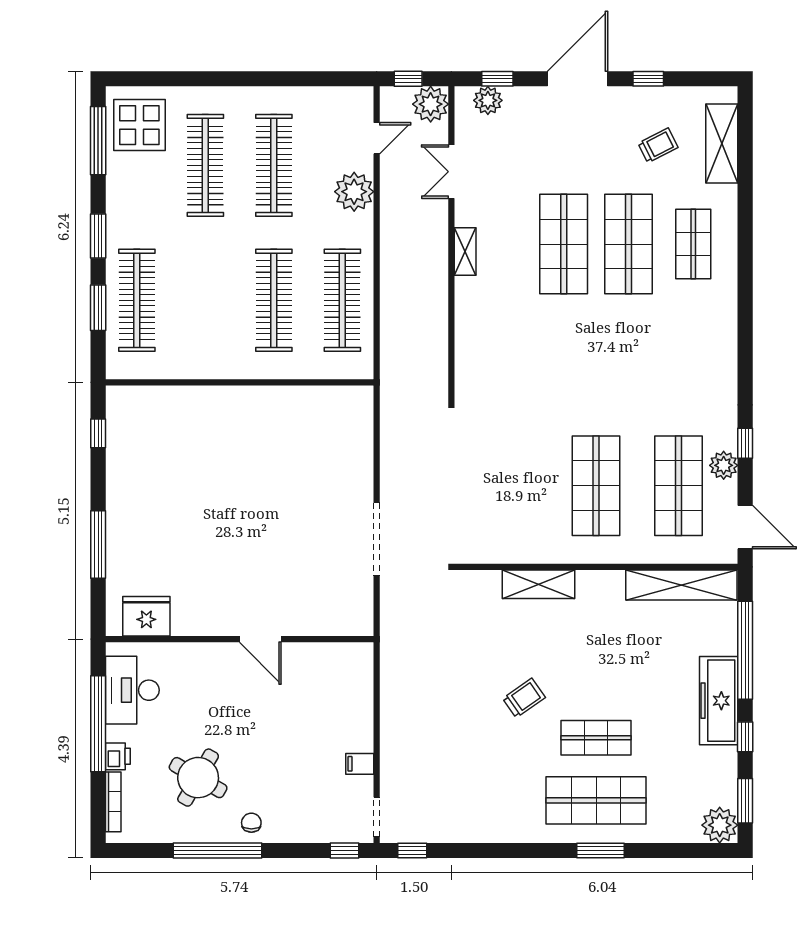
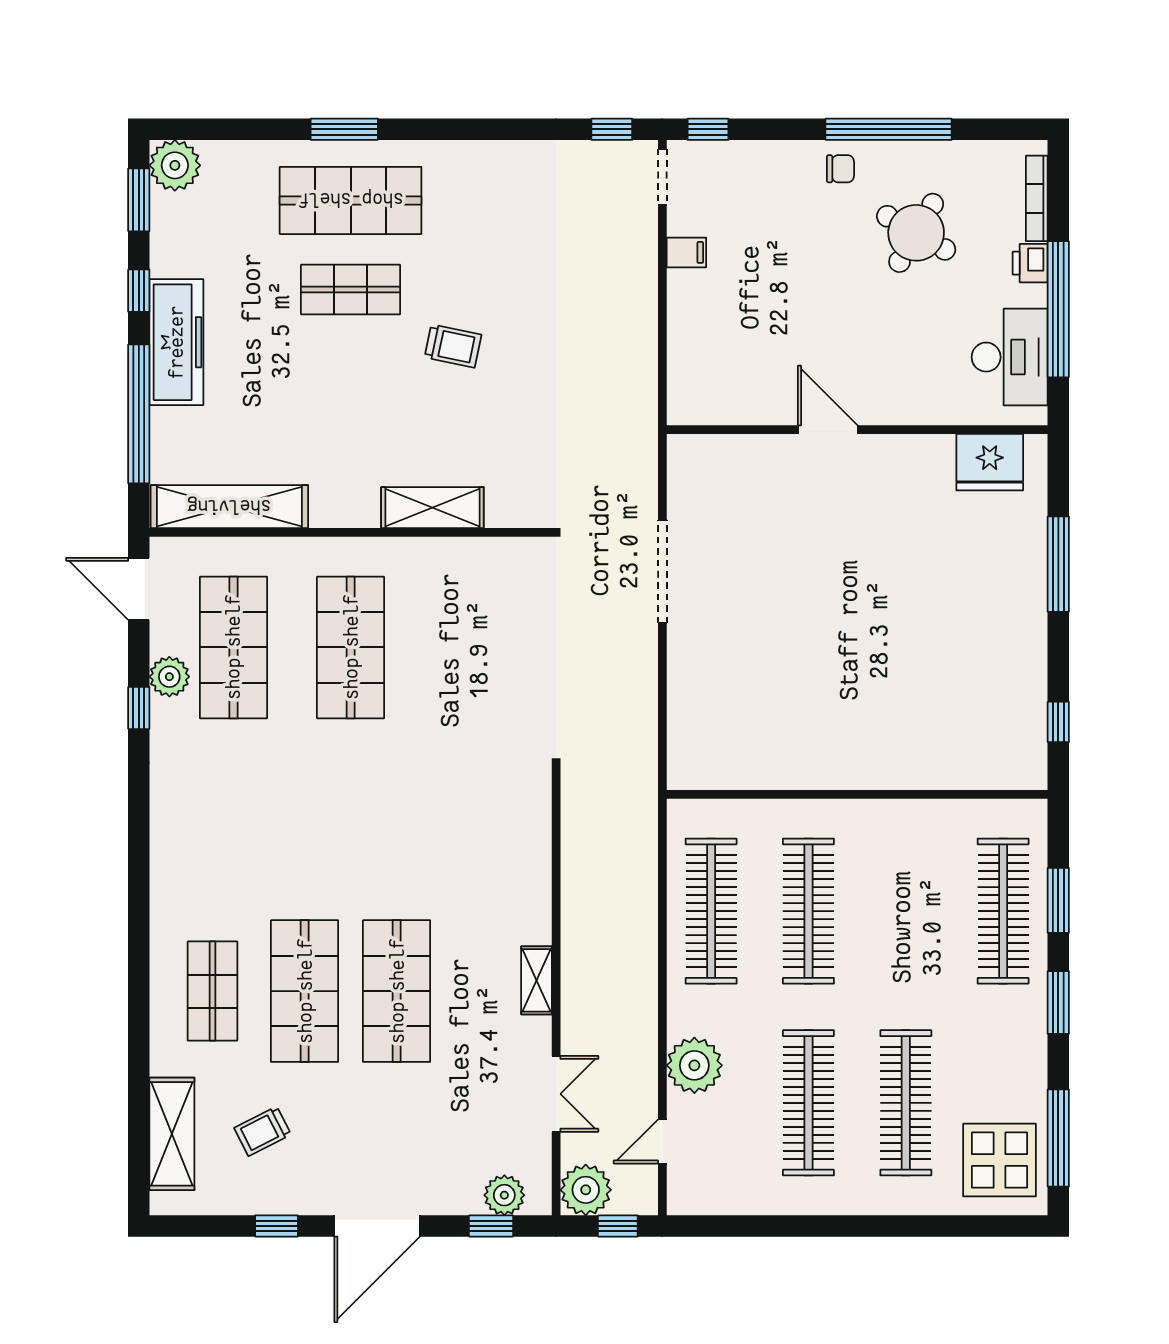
trolley: (524, 698) -> (453, 346), turned -133
chair: (251, 823) -> (840, 169), turned -90

